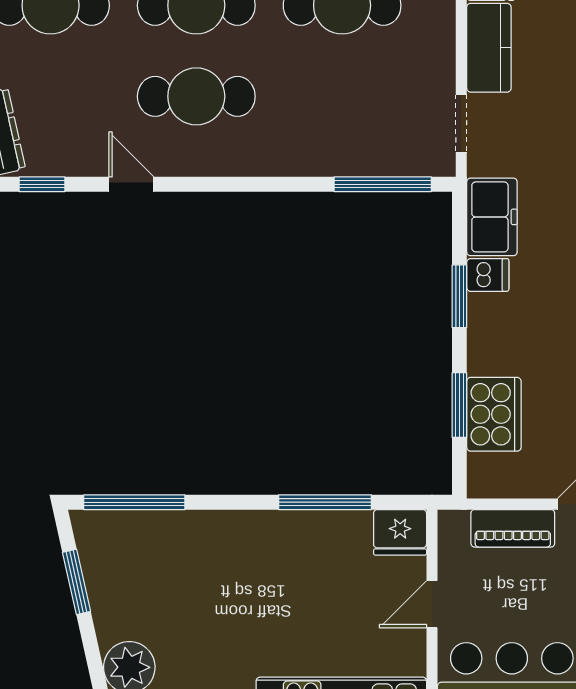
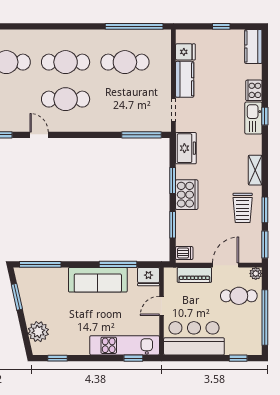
dishwasher: (488, 275) -> (184, 253), moved
cooker: (494, 414) -> (187, 195), moved
sofa: (276, 540) -> (98, 280), added

